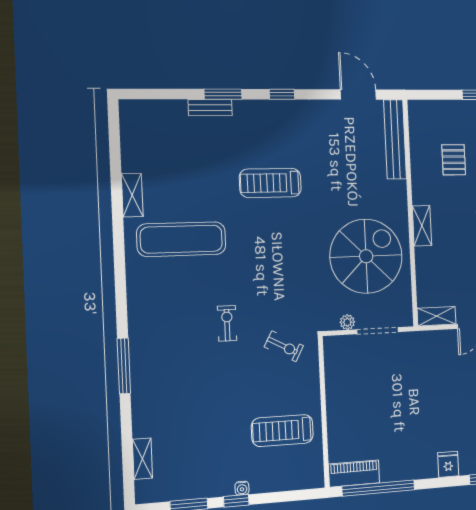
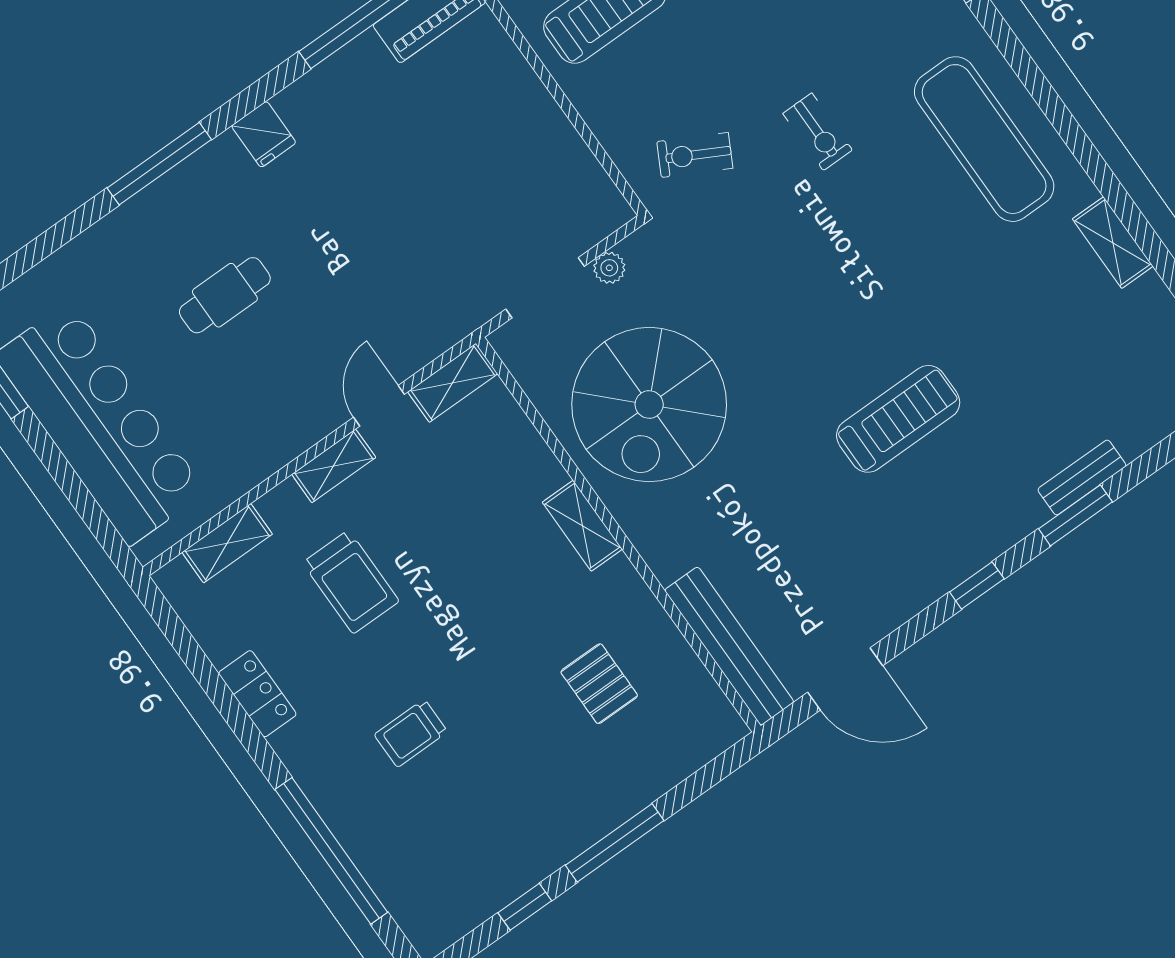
exercise mat: (181, 239) -> (984, 139), moved, turned 90

